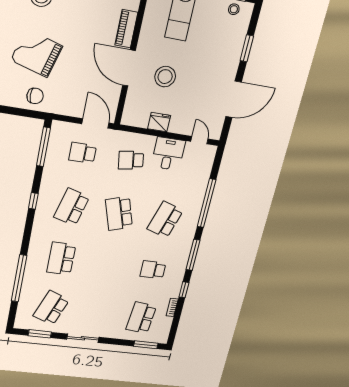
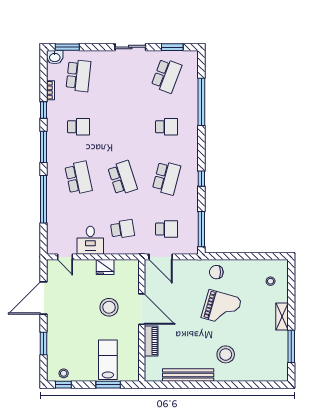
school desk: (165, 220) -> (78, 178), turned -30
school desk: (61, 258) -> (166, 127), width x0.54
washbasin: (160, 337) -> (55, 57), added

